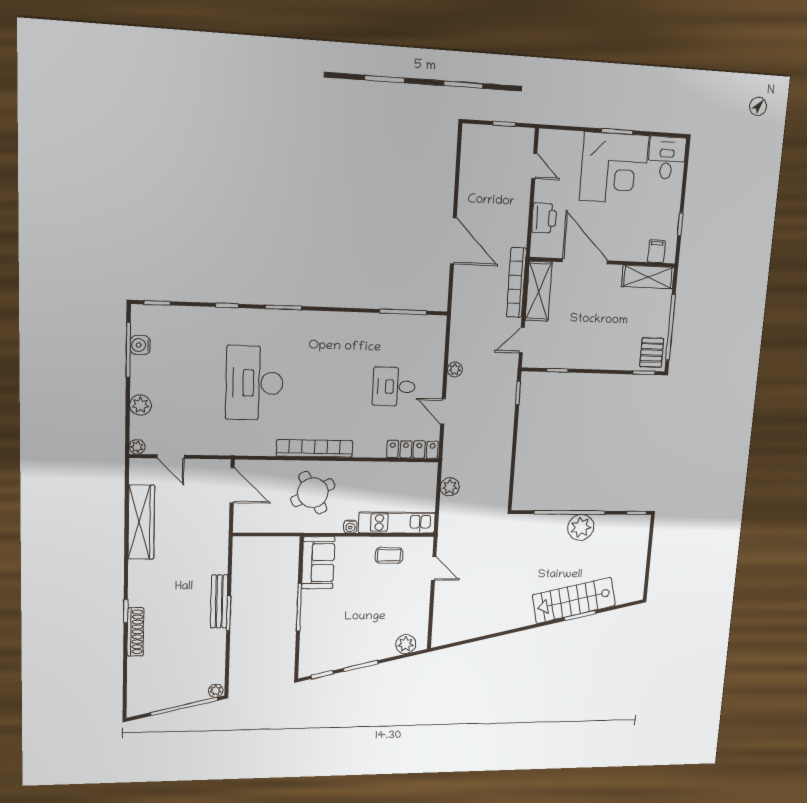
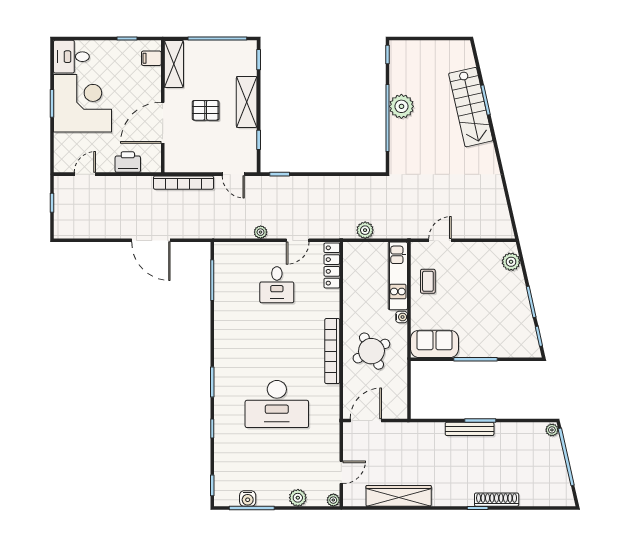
door: (453, 241) -> (151, 240), swing flipped
shelving: (539, 291) -> (247, 102), moved, turned 90
pallet: (652, 353) -> (206, 110), moved

